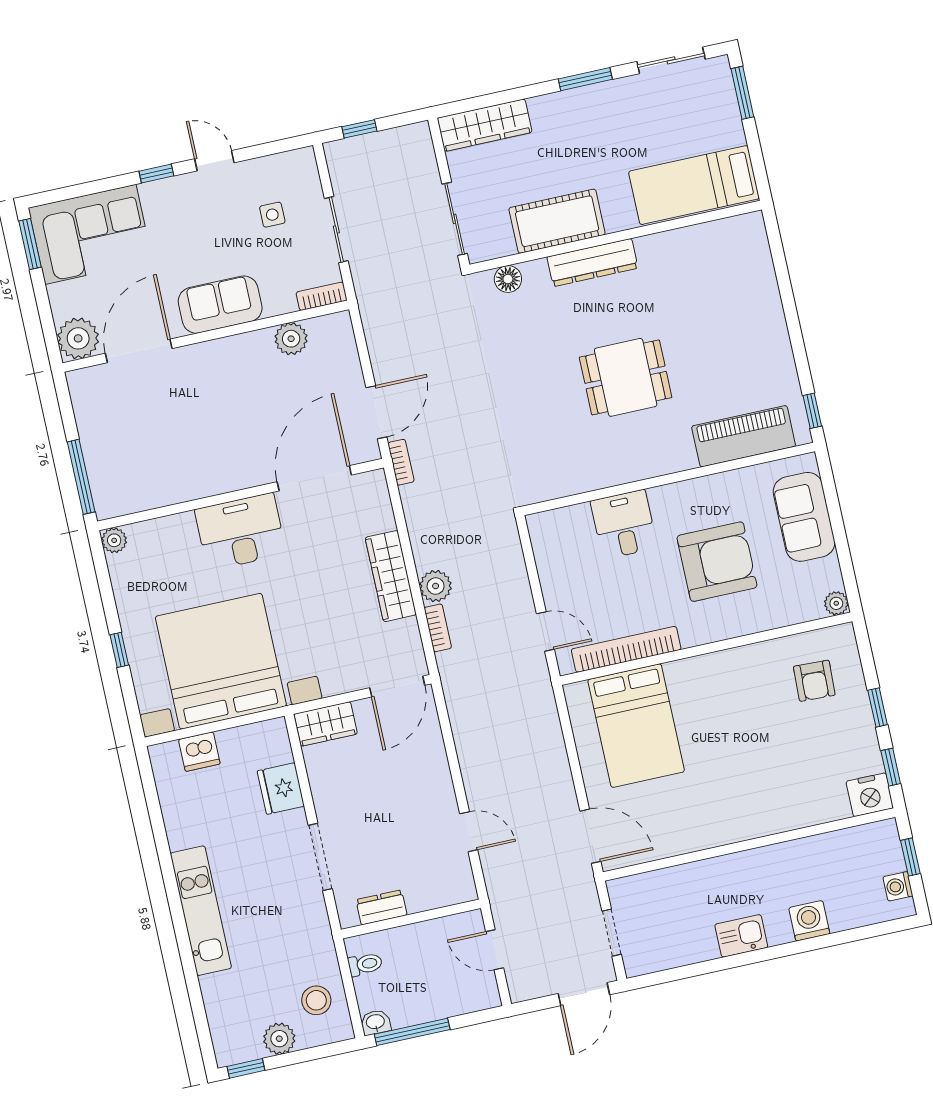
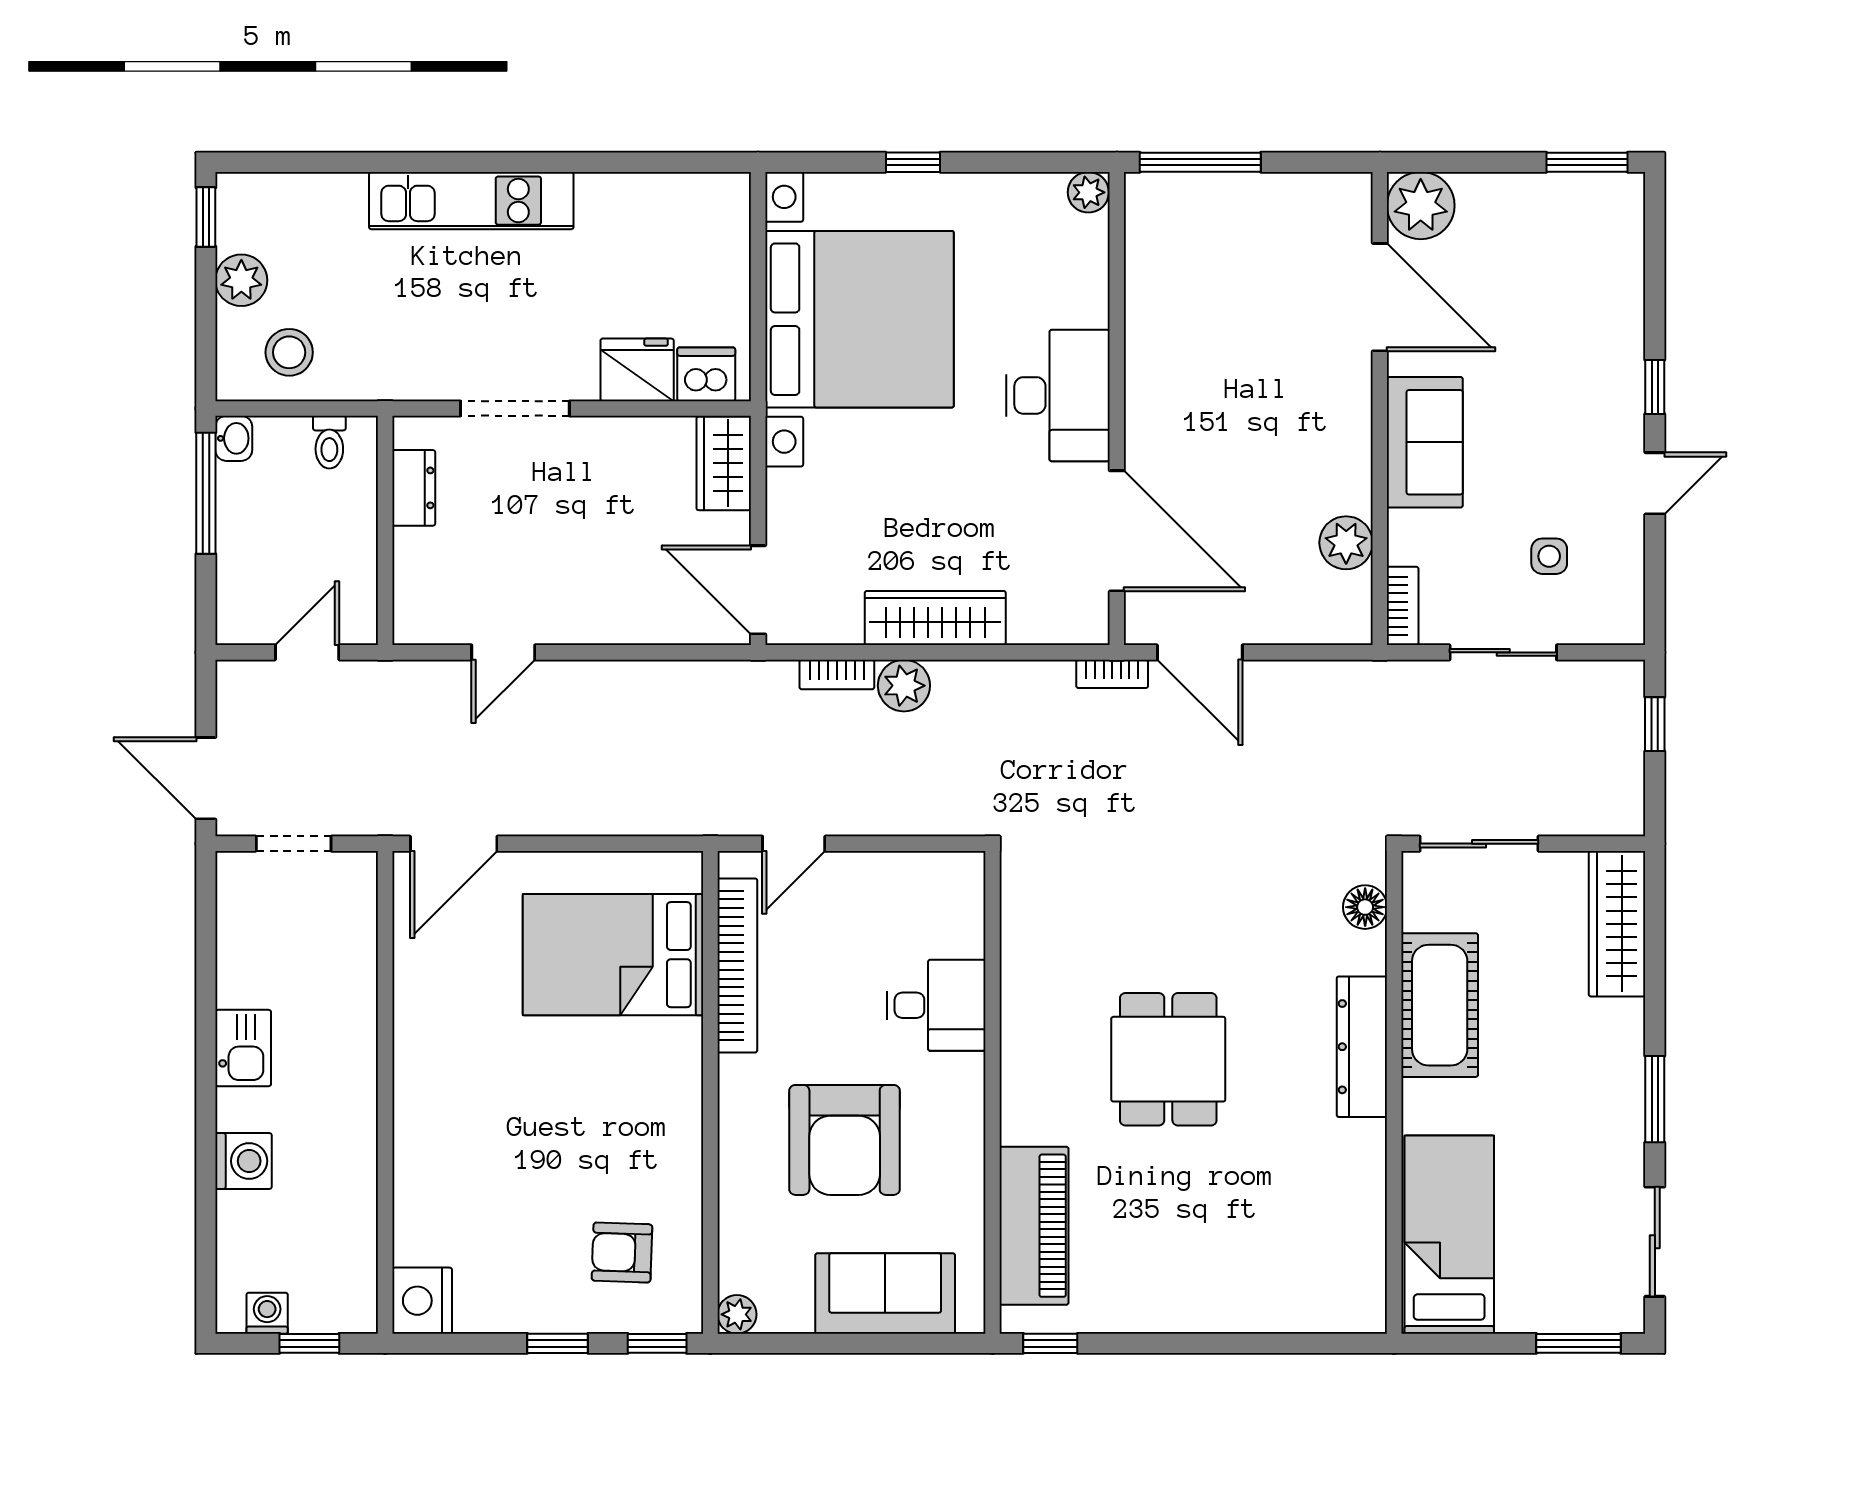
corner sofa: (90, 234) -> (1581, 261), removed
dishwasher: (199, 752) -> (706, 374), moved, turned 90
window: (891, 767) -> (657, 1343), moved

